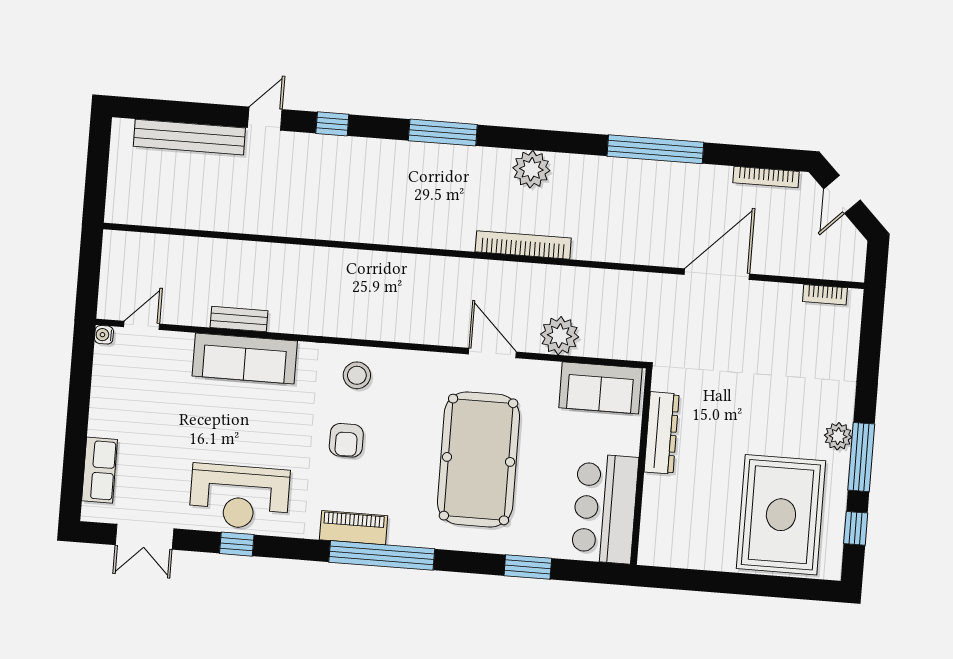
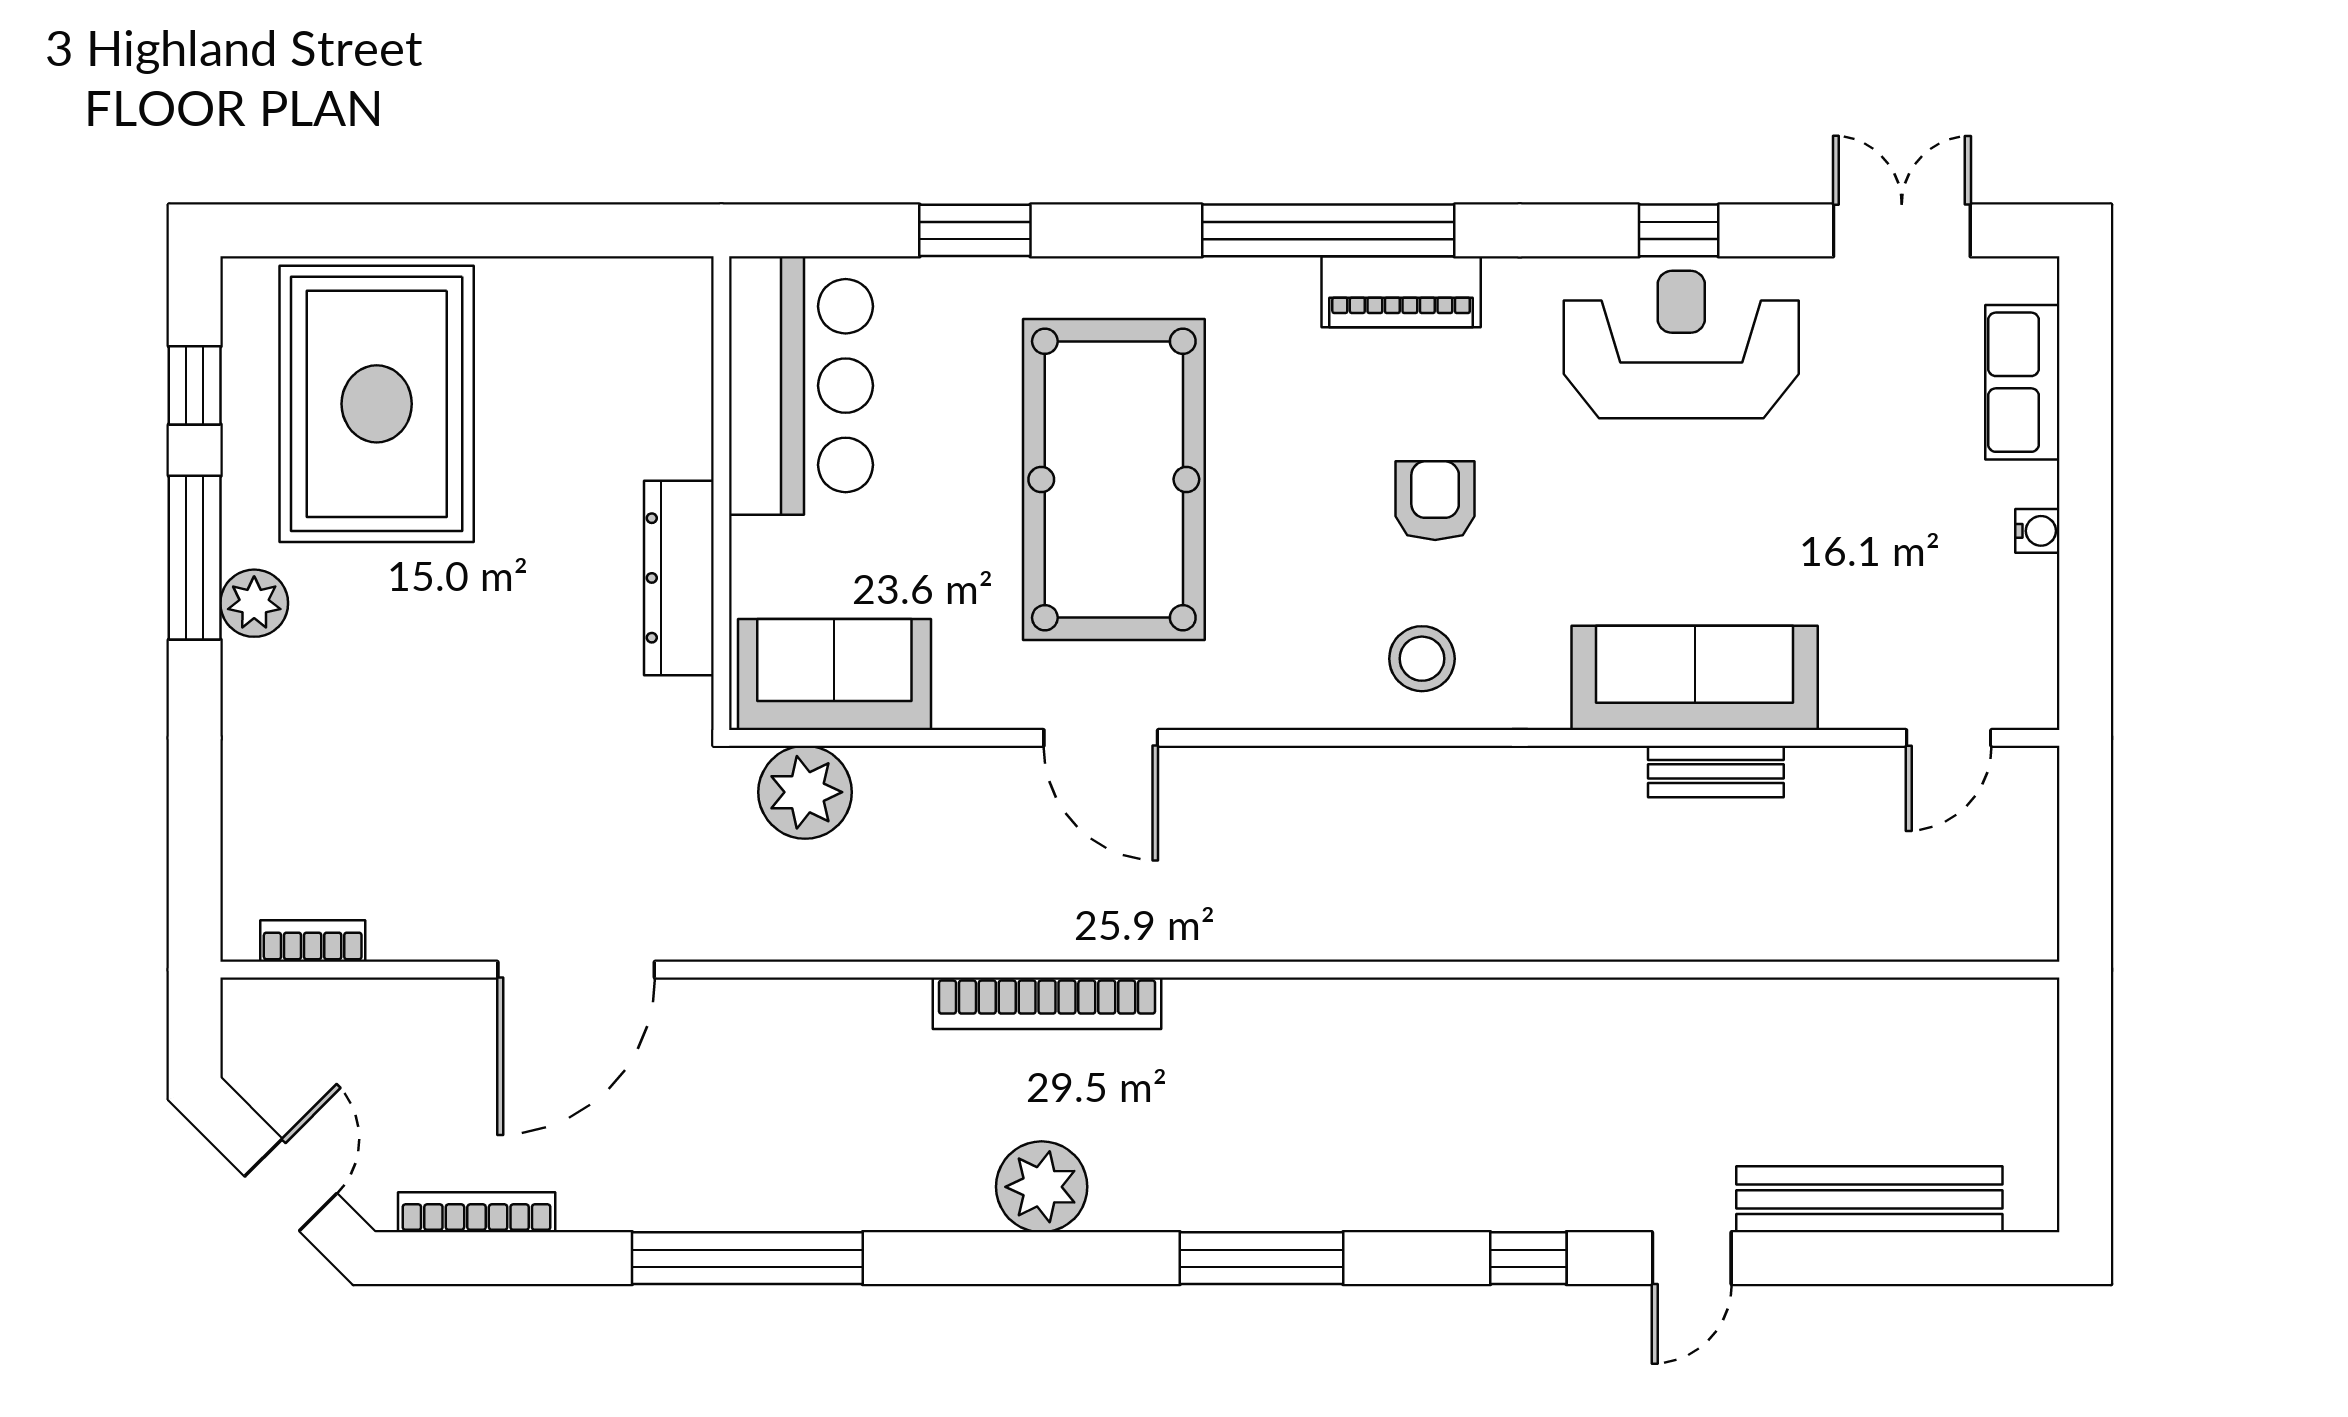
water cooler: (104, 335) -> (2037, 531), moved
plant: (560, 336) -> (805, 792), moved

